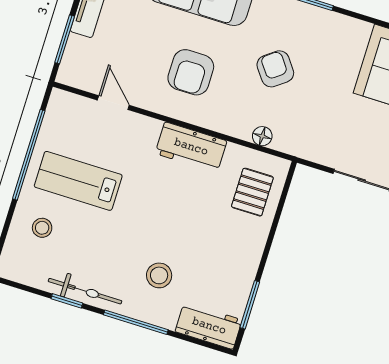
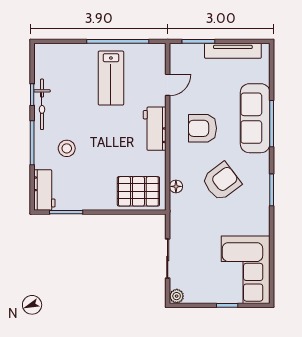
armchair: (275, 69) -> (221, 181), width x1.38, depth x1.38
workbench: (191, 147) -> (155, 129), moved
lab bench: (78, 181) -> (111, 78), turned 180
pallet: (252, 192) -> (138, 191), width x1.50, depth x1.42
stool: (42, 228) -> (74, 64), removed

